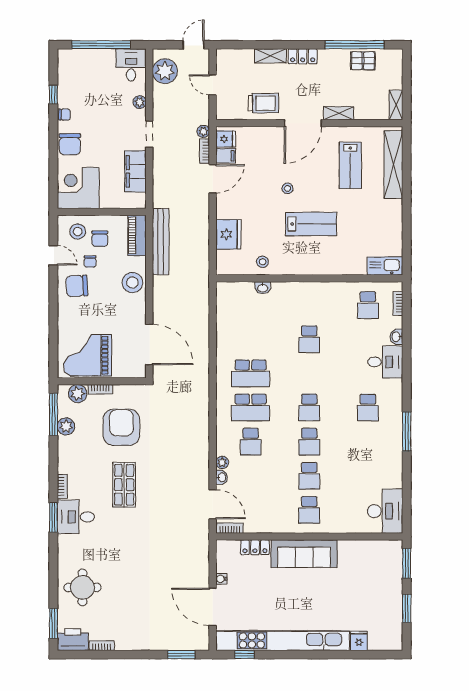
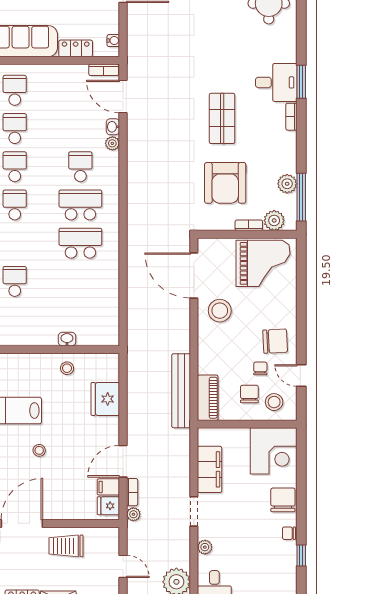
stool: (132, 283) -> (220, 311), moved
water cooler: (221, 579) -> (113, 41), moved

